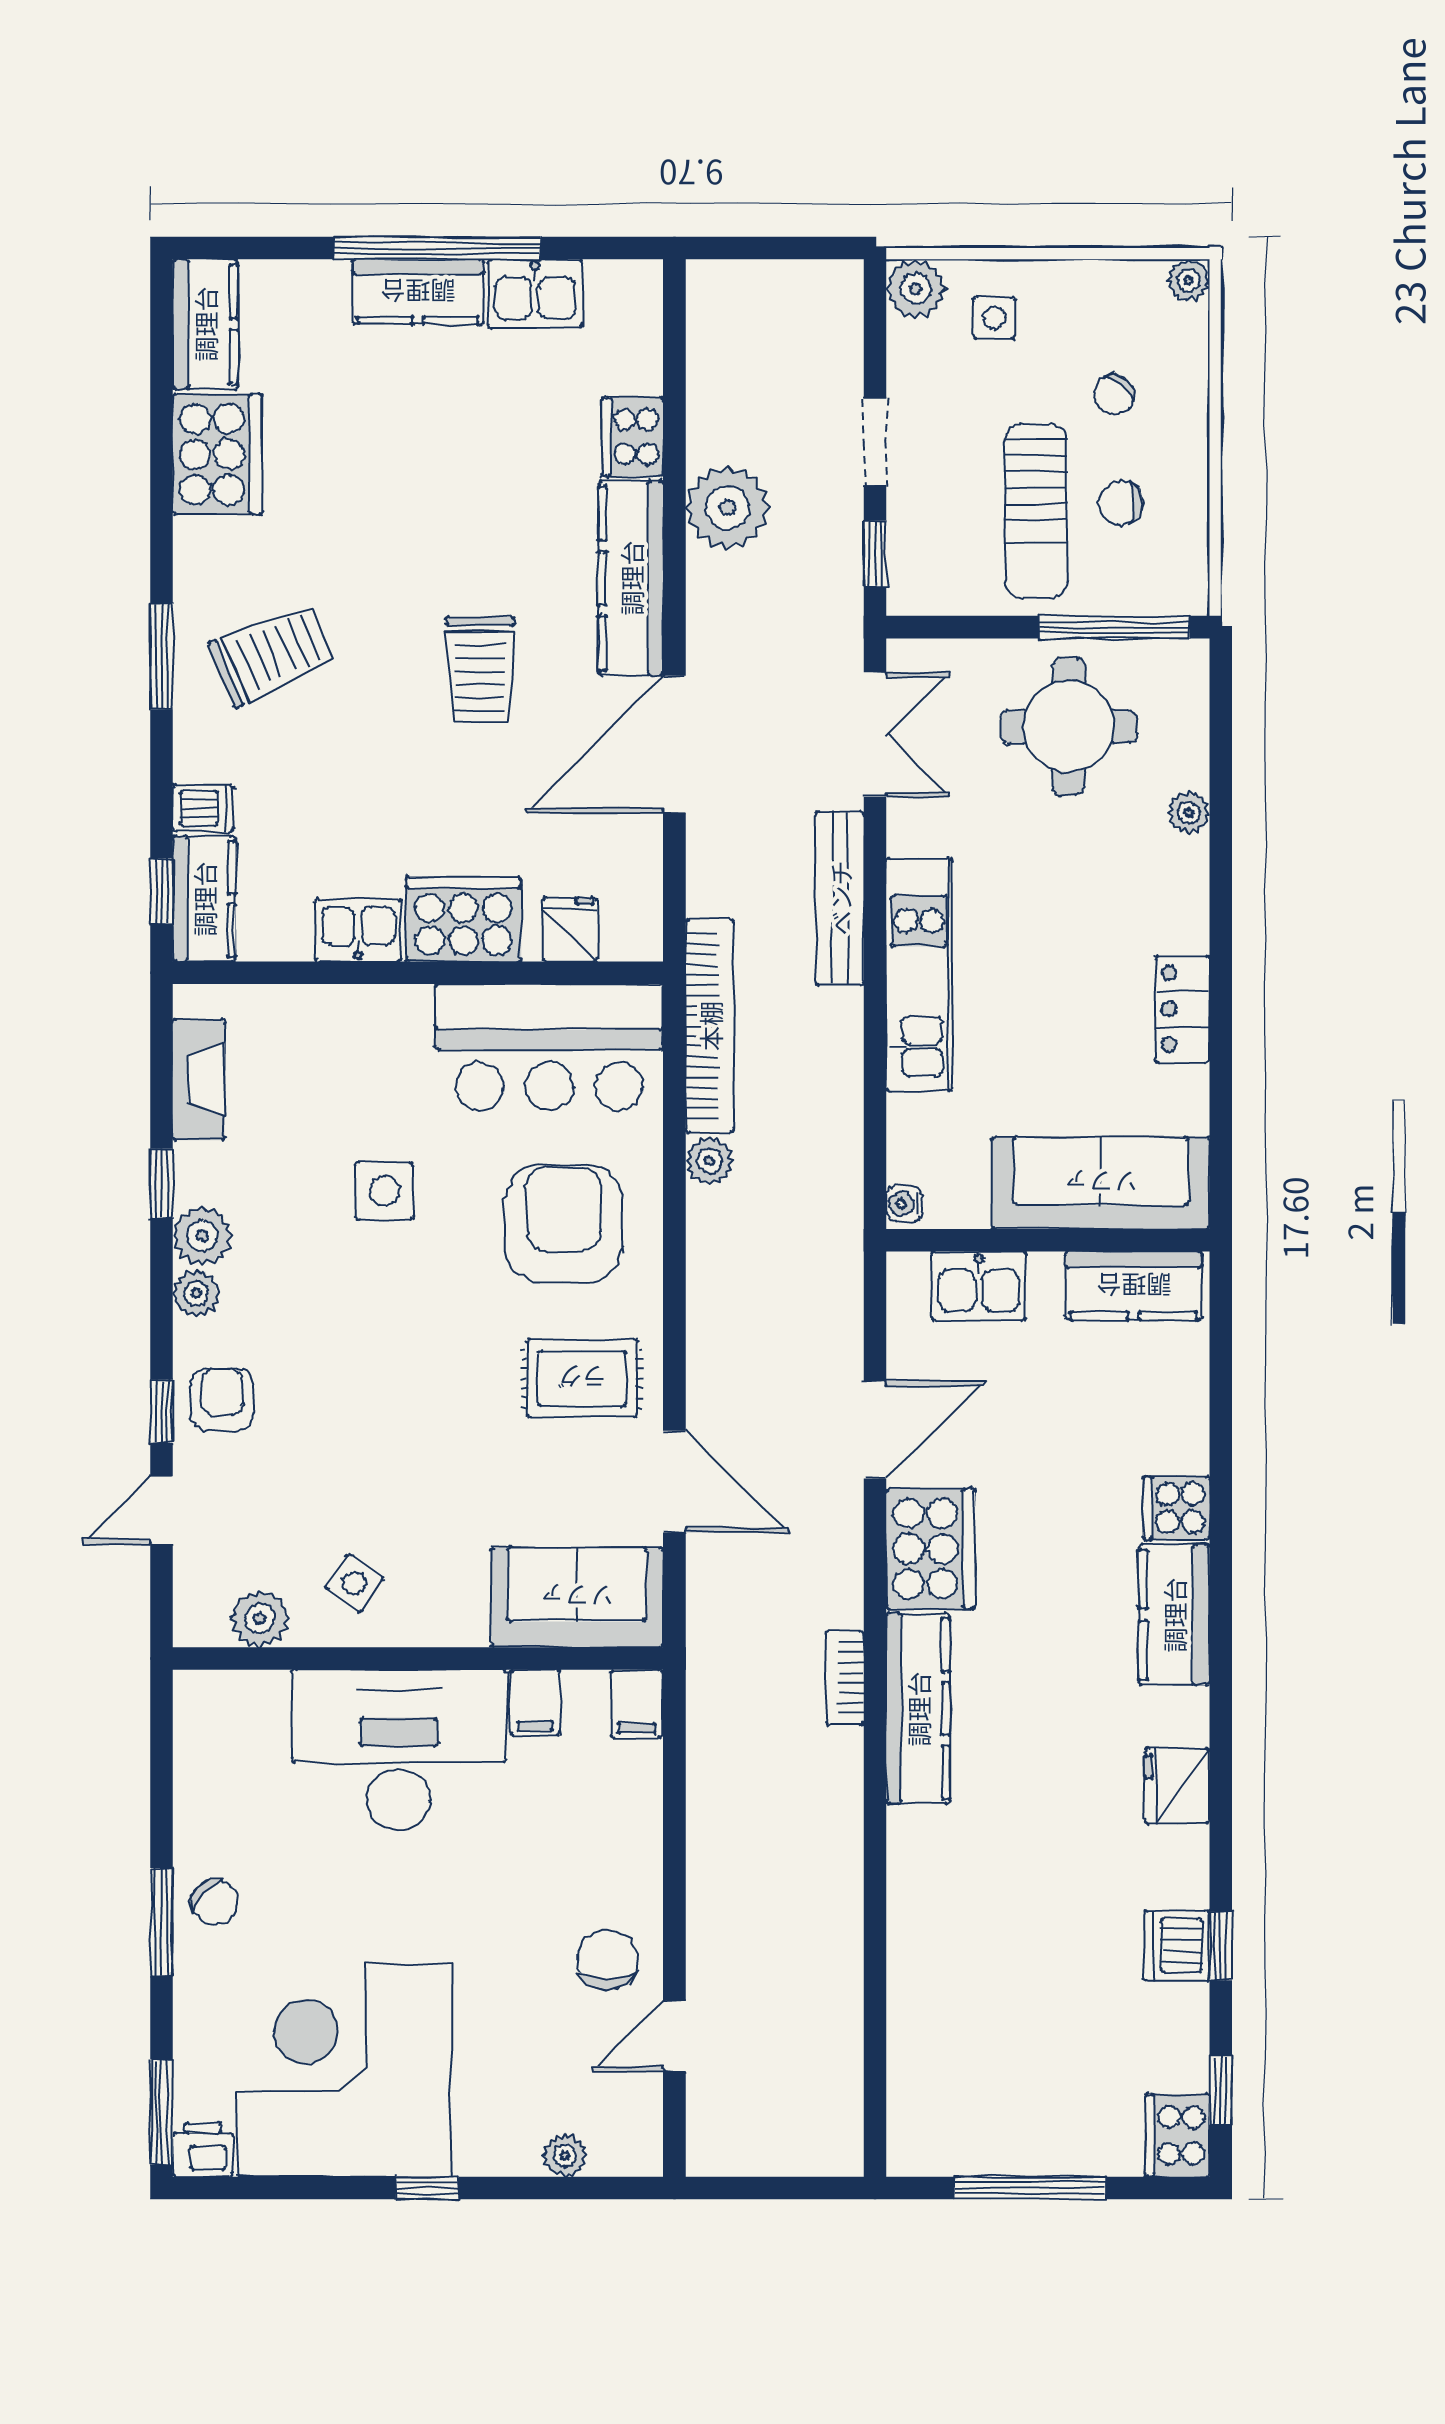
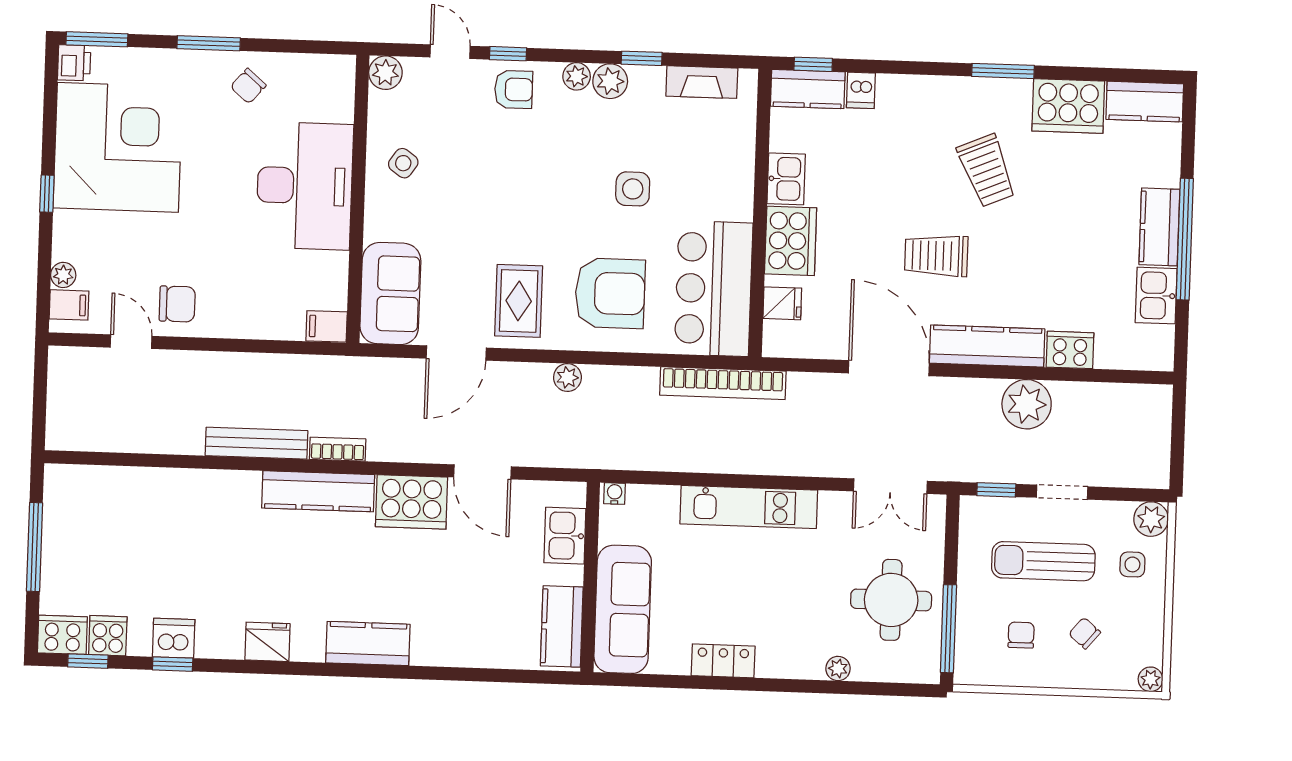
sun lounger: (1036, 511) -> (1043, 561), moved
trolley: (272, 654) -> (987, 171), moved
window: (162, 656) -> (1003, 71), moved
bench: (840, 898) -> (256, 443), moved
plant: (709, 1161) -> (567, 377), moved
cooker: (1176, 1508) -> (108, 636), moved
plant: (260, 1619) -> (385, 73), moved
filing cabinet: (535, 1703) -> (69, 305), moved, turned 180
chair: (215, 1902) -> (248, 86), moved

